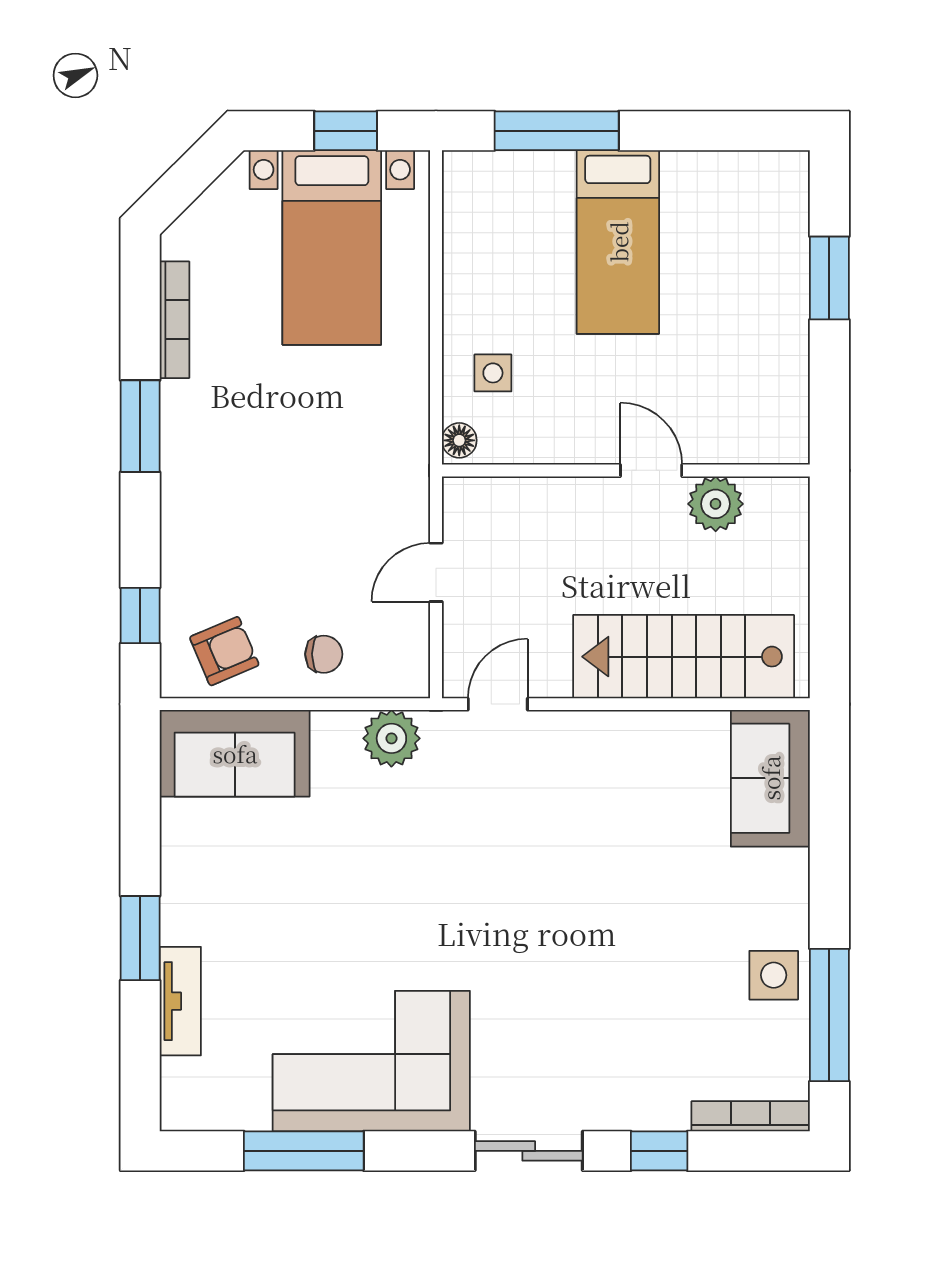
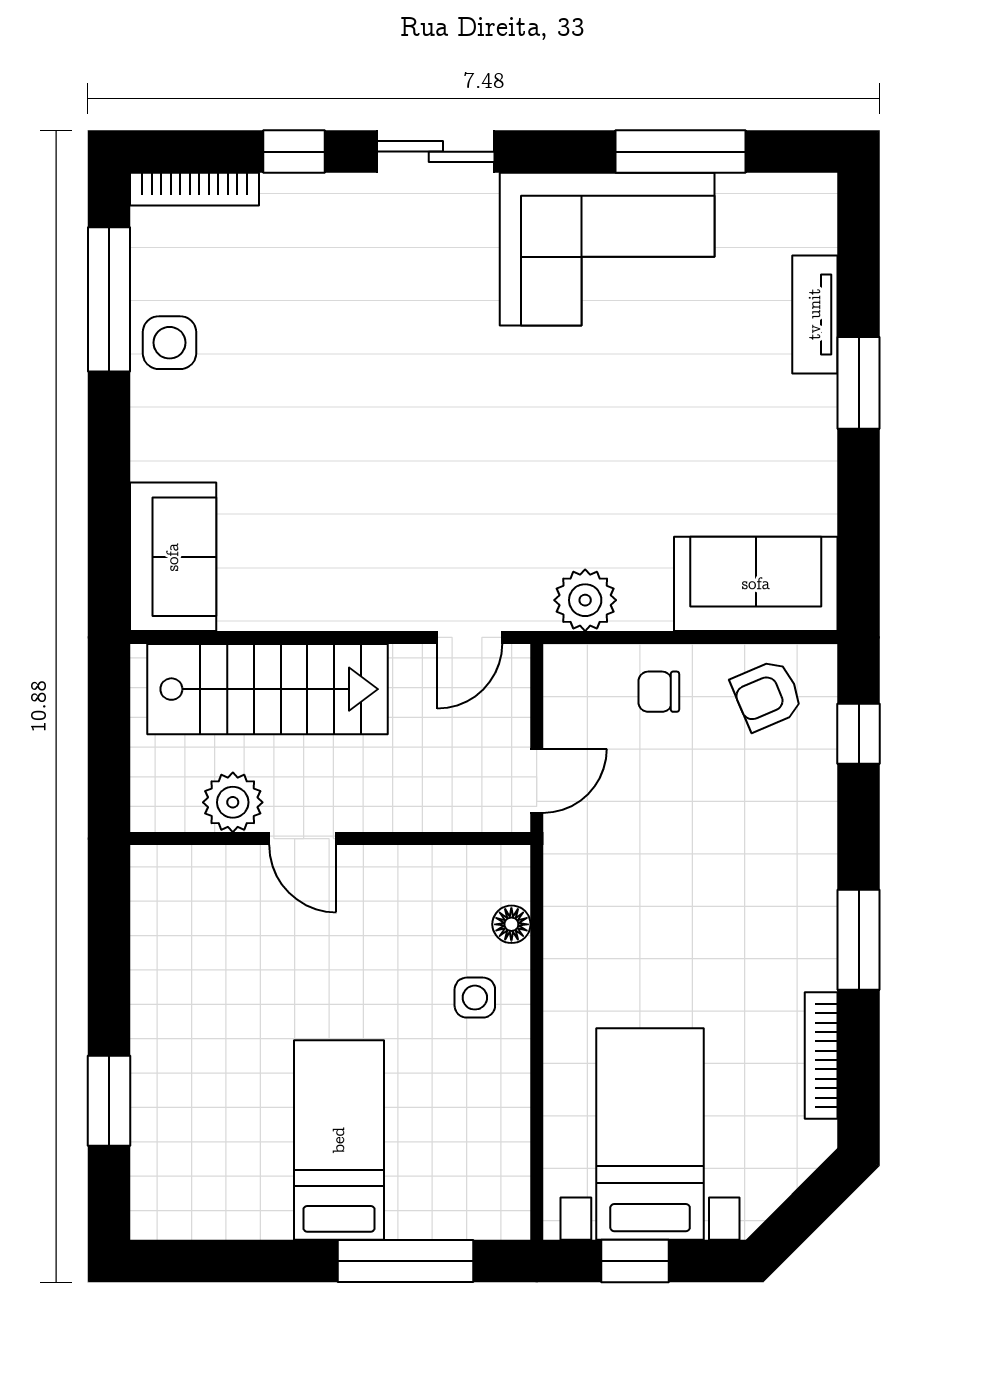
wall: (626, 470) -> (330, 839), moved
door: (651, 470) -> (303, 839), moved
plant: (716, 504) -> (233, 802), moved

